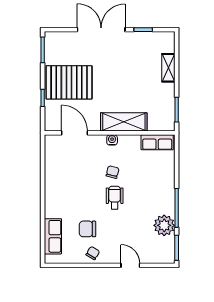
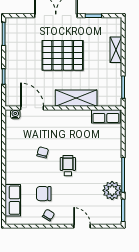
pallet: (69, 82) -> (63, 55), moved
water cooler: (112, 140) -> (15, 114), moved
chair: (113, 172) -> (43, 152), moved

